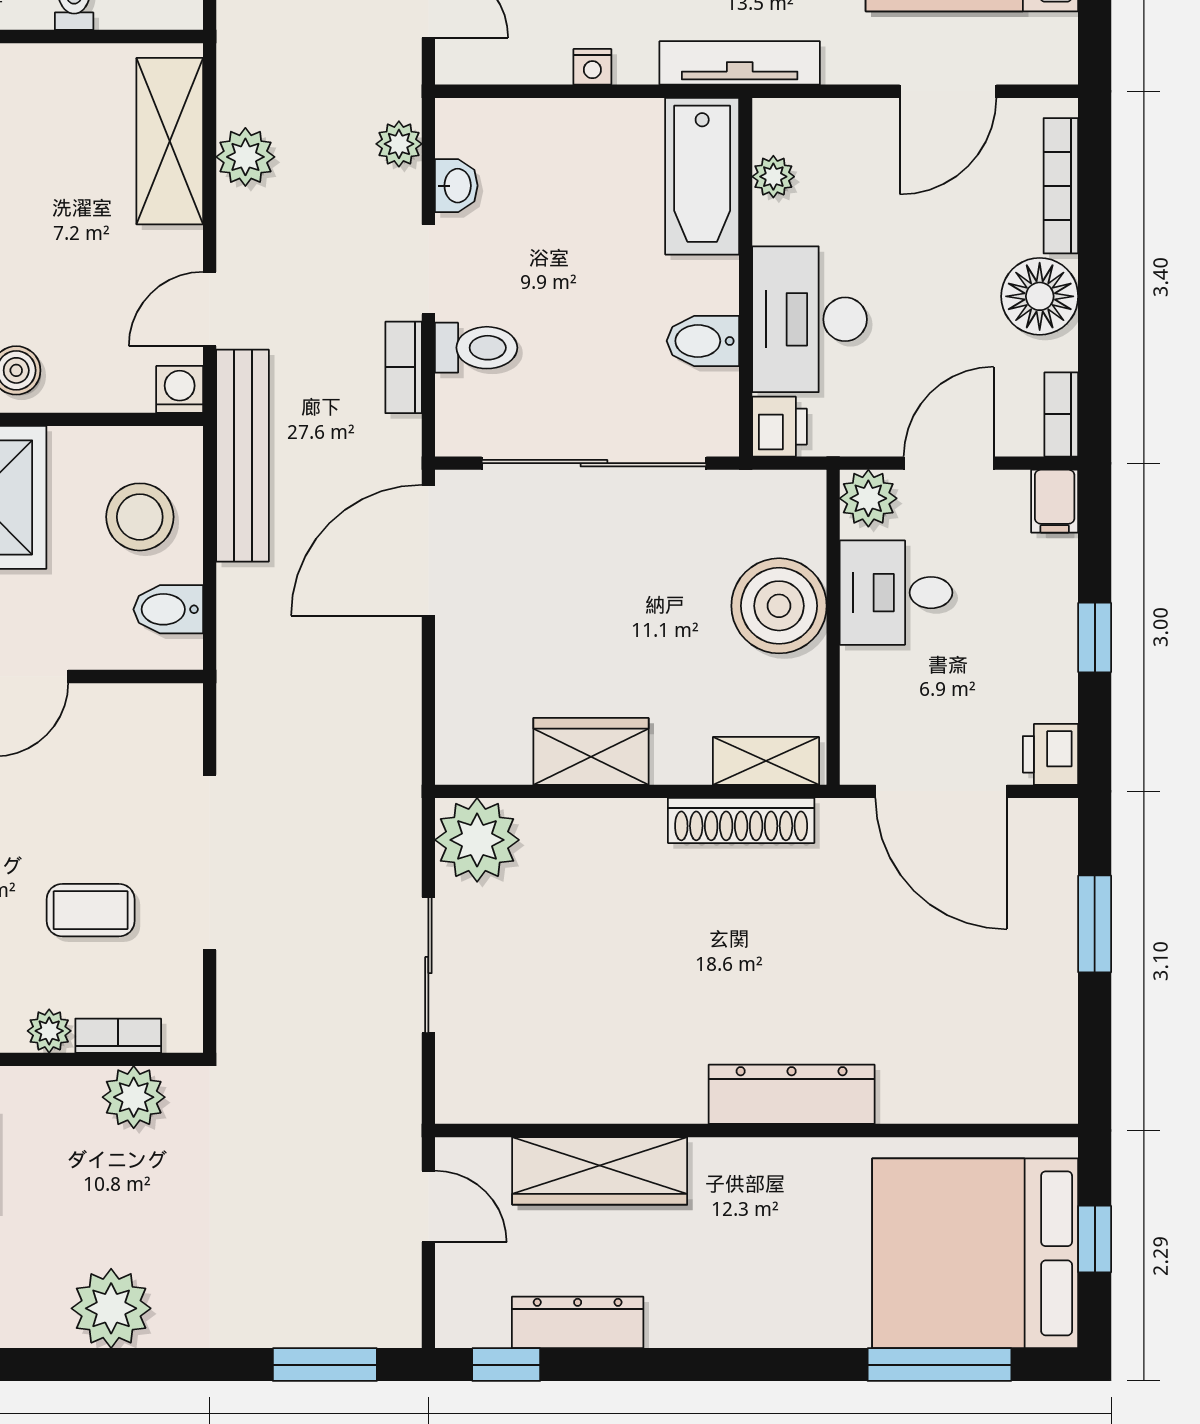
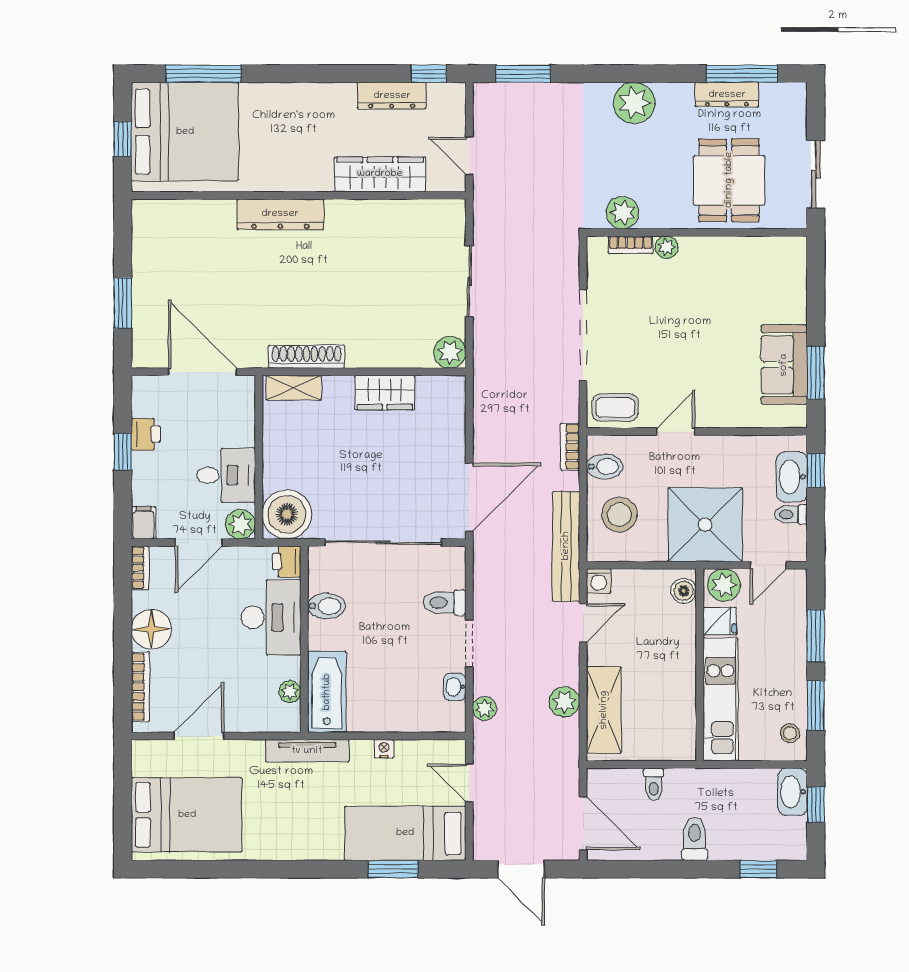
bookcase: (404, 367) -> (570, 447), moved, turned 180
boiler: (779, 606) -> (287, 514), moved
printer: (1051, 754) -> (146, 434), moved
plant: (477, 840) -> (450, 352), width x0.73, depth x0.73
coffee table: (91, 910) -> (615, 408), moved

